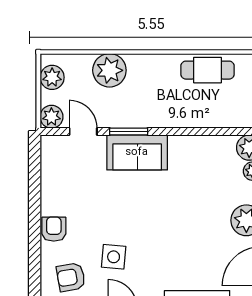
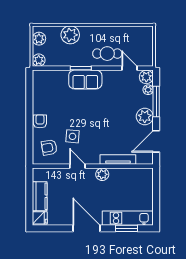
cafe table: (207, 70) -> (107, 54), moved
door: (83, 132) -> (129, 68), moved

